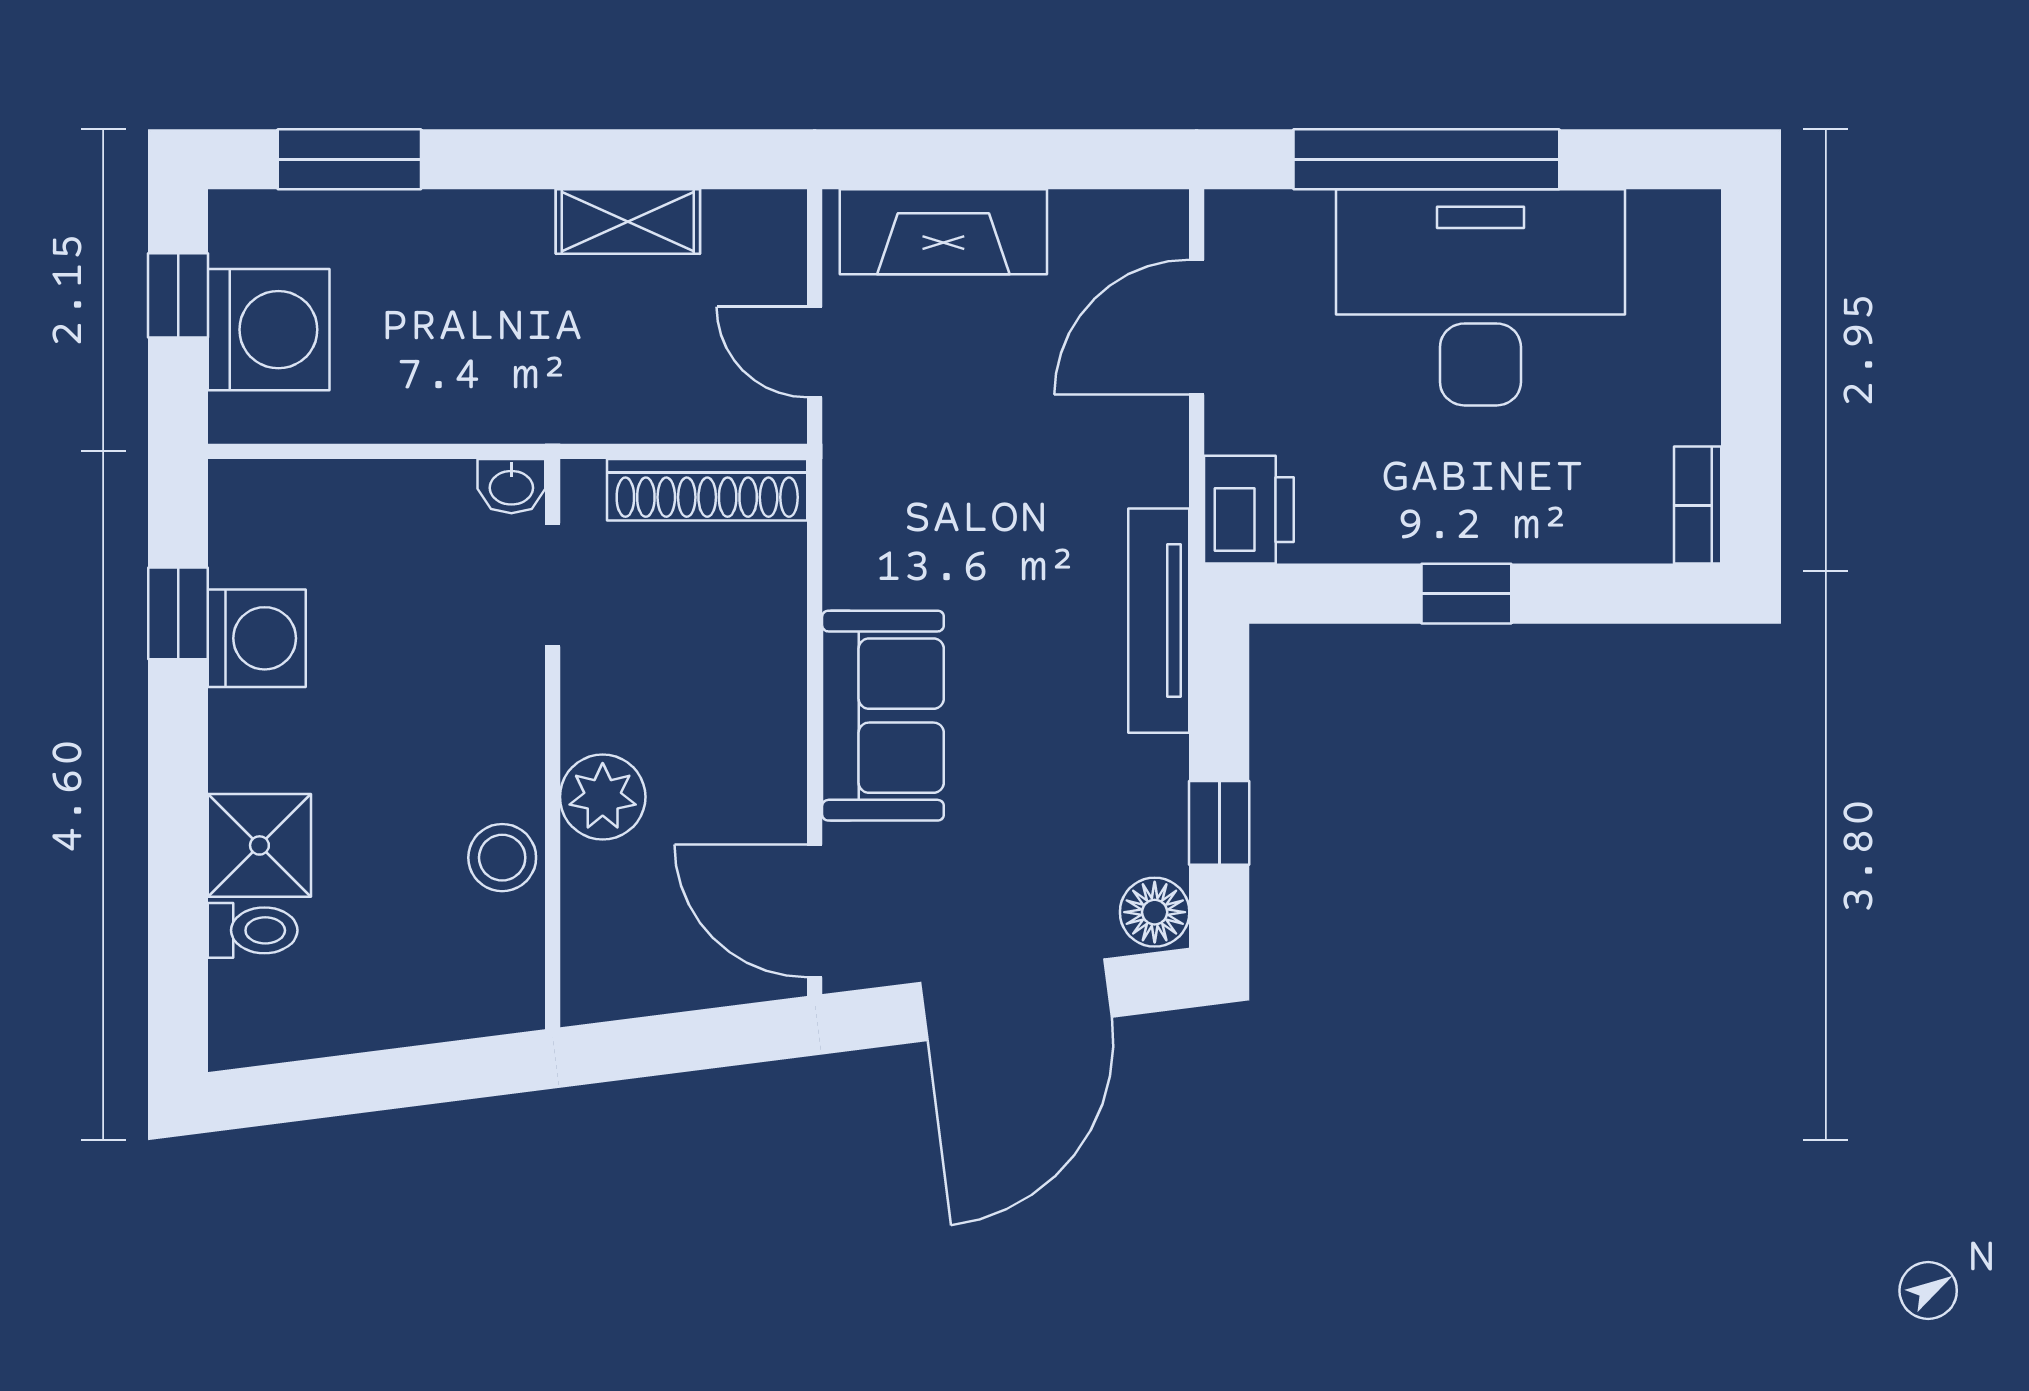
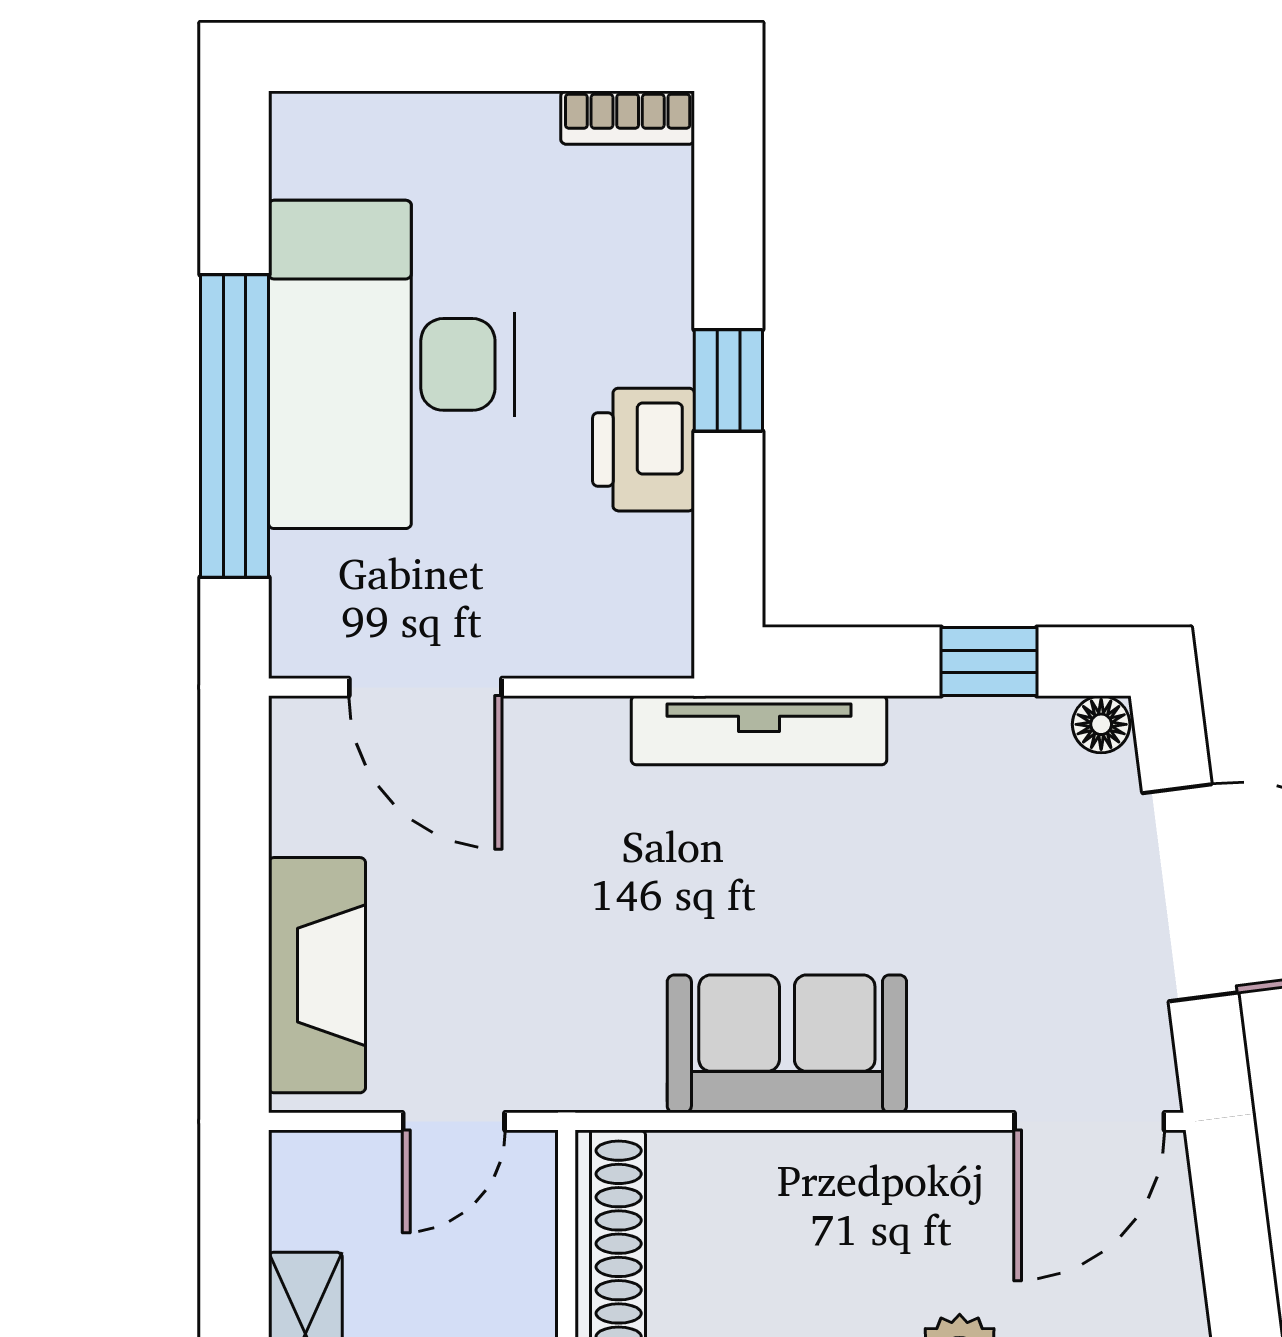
printer: (1249, 510) -> (644, 450), moved, turned -90
sofa: (883, 716) -> (787, 1044), moved
floor lamp: (1155, 912) -> (1101, 724), width x0.73, depth x0.73

